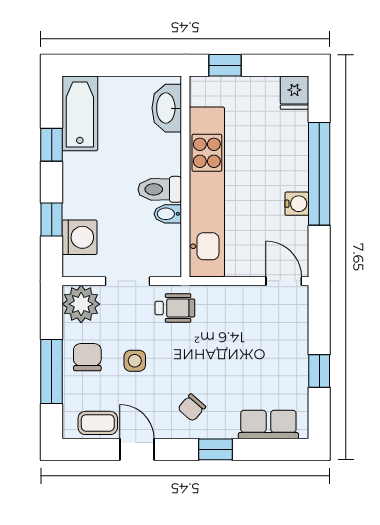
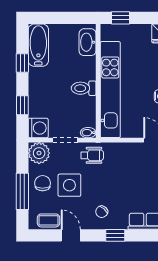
bidet: (168, 214) -> (88, 133), moved
washing machine: (80, 237) -> (38, 128), moved
side table: (135, 361) -> (69, 185), width x1.87, depth x1.87

